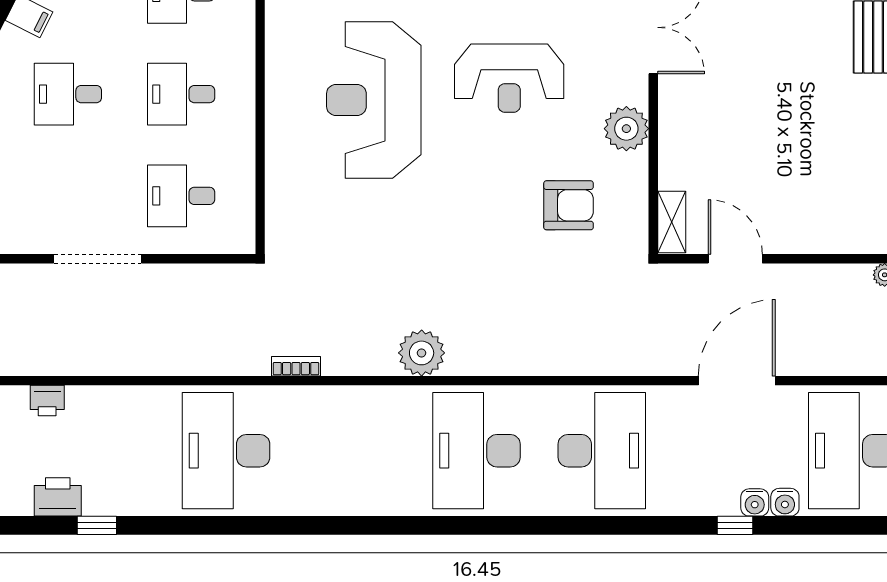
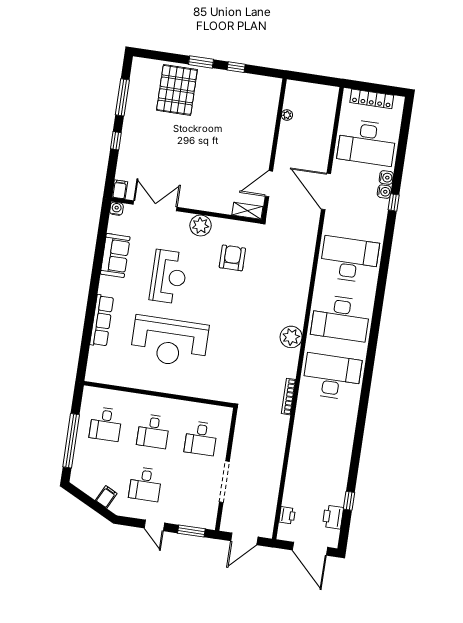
bookcase: (296, 366) -> (289, 397), width x1.56
desk: (226, 451) -> (332, 377), moved, turned 180

